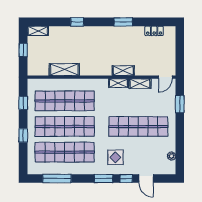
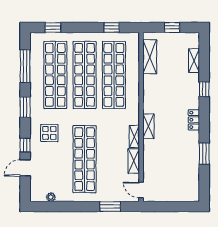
window: (123, 22) -> (204, 154), moved
shelving: (38, 31) -> (194, 61), moved
locker: (154, 31) -> (194, 120), moved
shelving: (64, 69) -> (150, 57), moved
shelving: (123, 71) -> (148, 126), moved
window: (23, 135) -> (53, 27), moved
window: (104, 179) -> (25, 107), moved

